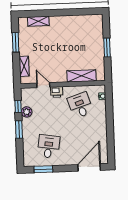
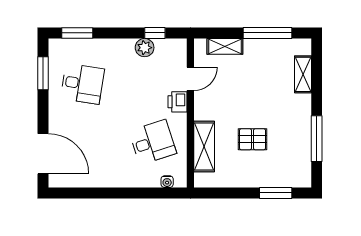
window: (75, 12) -> (317, 139), added
window: (16, 42) -> (268, 33), width x1.44
pallet: (76, 48) -> (253, 139), added
window: (107, 48) -> (276, 193), moved
window: (19, 130) -> (77, 33), moved

